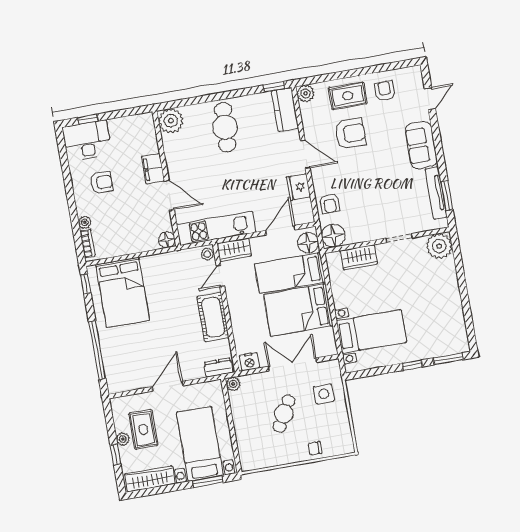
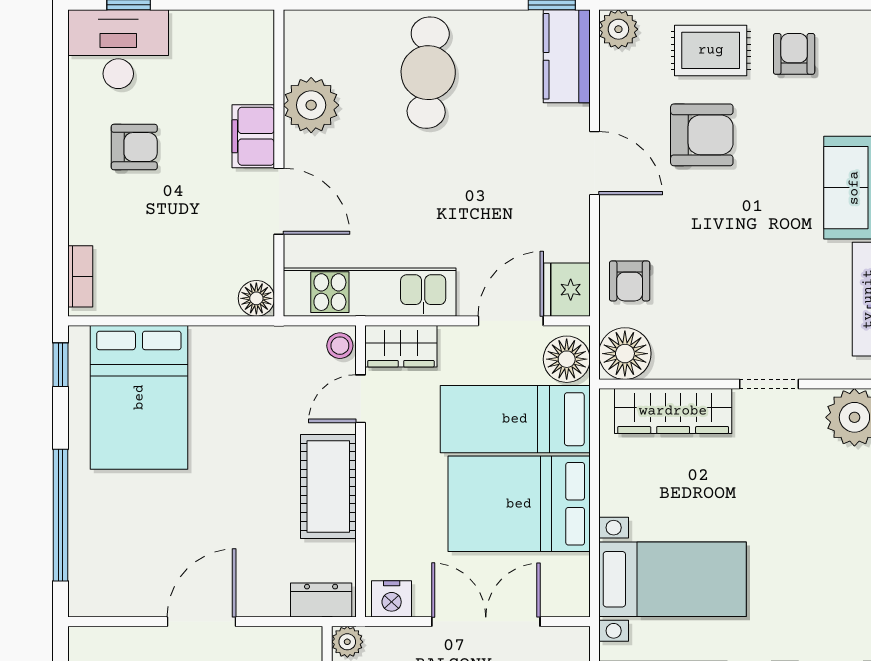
plant: (171, 121) -> (311, 105), moved
fridge: (298, 187) -> (567, 290), moved
plant: (85, 222) -> (82, 228), removed
wardrobe: (359, 257) -> (673, 411), width x1.50

